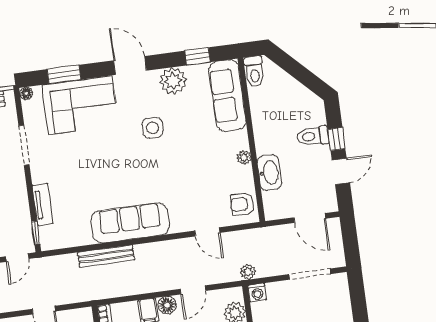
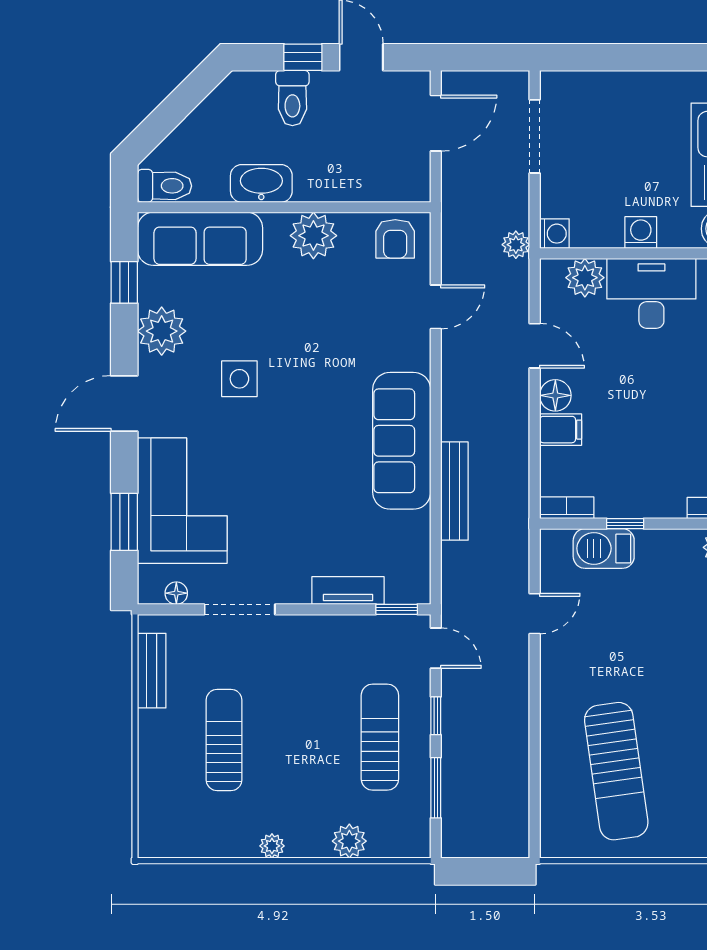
floor lamp: (26, 93) -> (176, 593), moved
plant: (244, 157) -> (313, 236), width x1.88, depth x1.88
washbasin: (269, 173) -> (261, 183), moved

